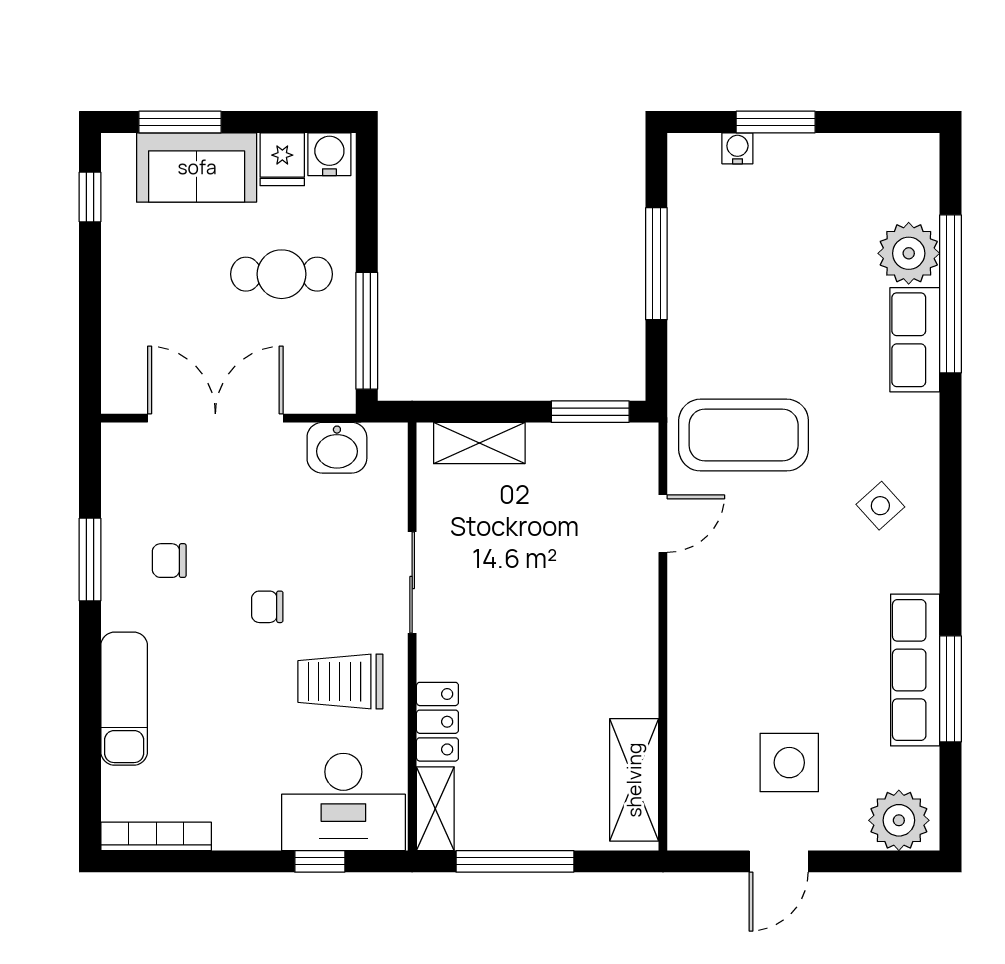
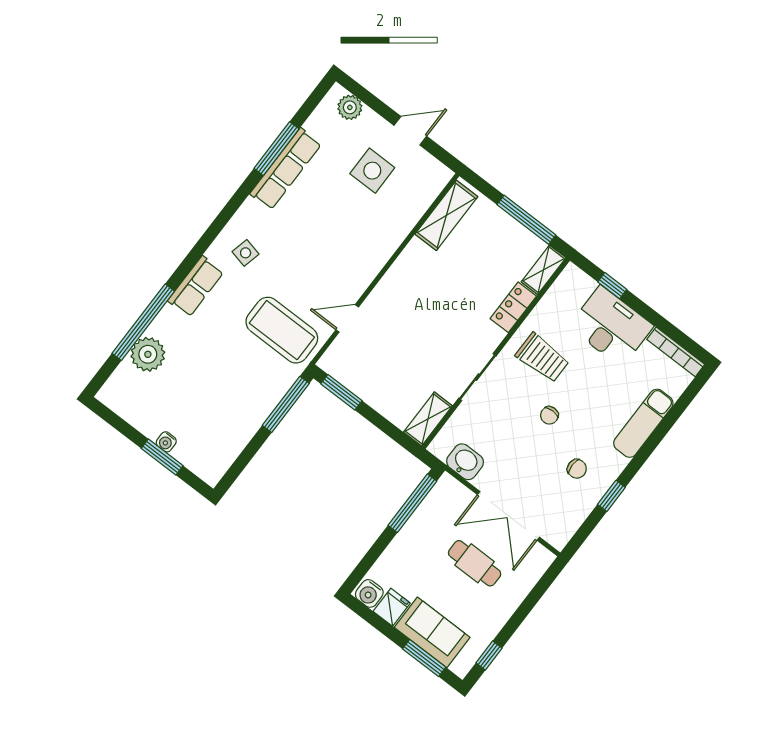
water cooler: (737, 148) -> (166, 442), moved
window: (656, 264) -> (286, 404), moved
cafe table: (282, 274) -> (475, 563), moved
row of seats: (915, 340) -> (196, 286), moved
shelving: (479, 443) -> (428, 419), moved, turned 90
side table: (880, 506) -> (246, 253), turned -35
window: (90, 560) -> (611, 496), width x0.67
chair: (267, 607) -> (549, 415), turned 90
desk: (343, 802) -> (611, 326), moved
plant: (899, 820) -> (350, 107), width x0.73, depth x0.73

